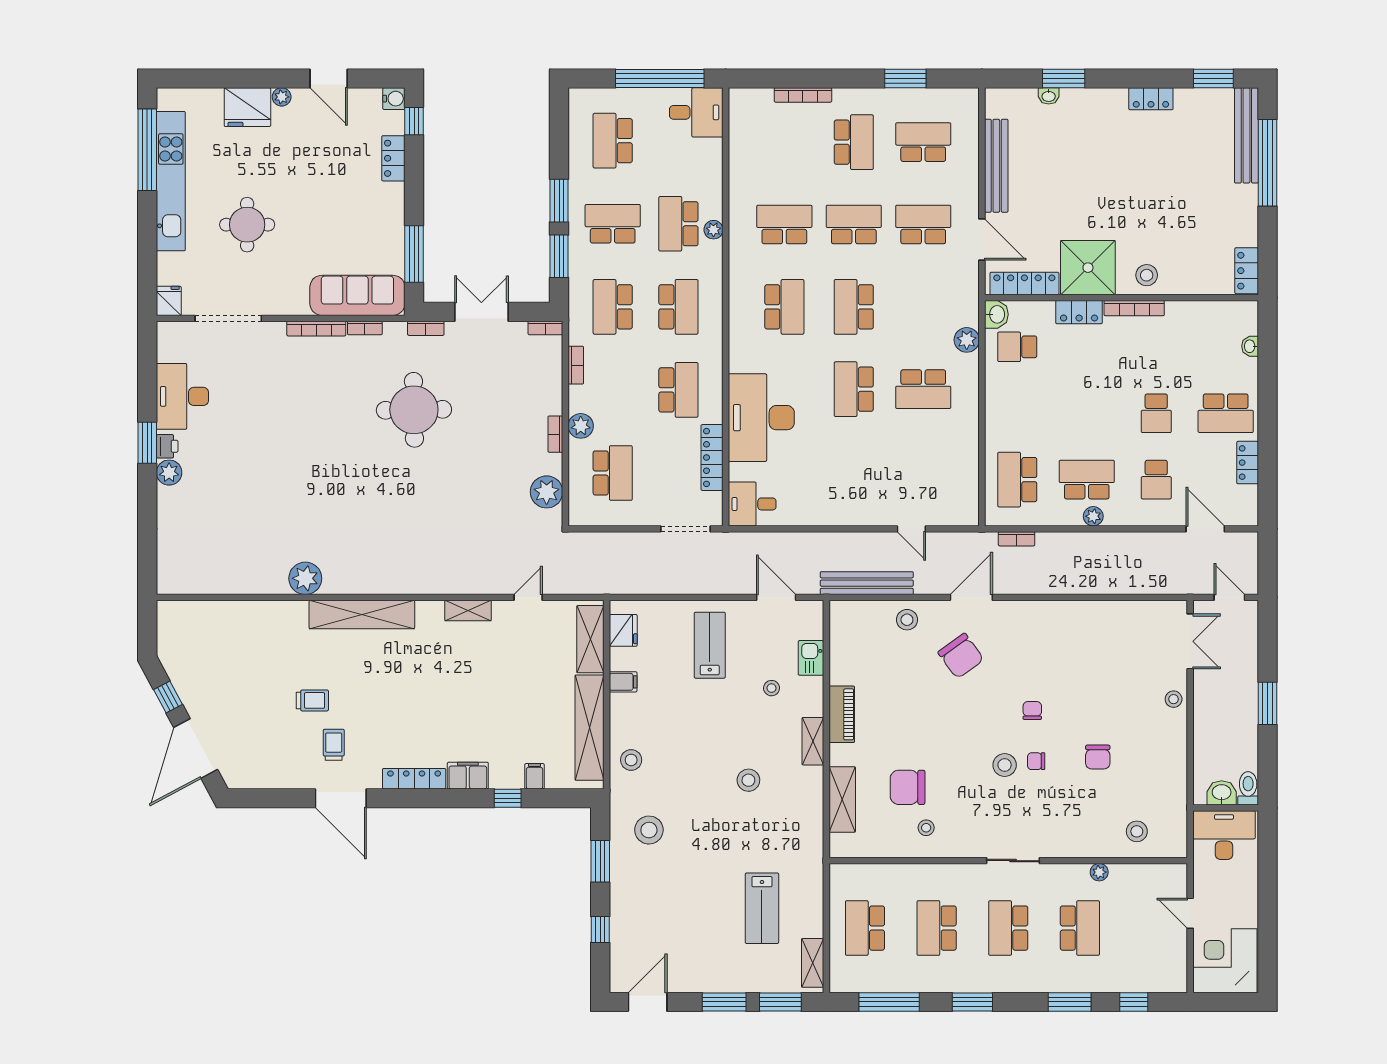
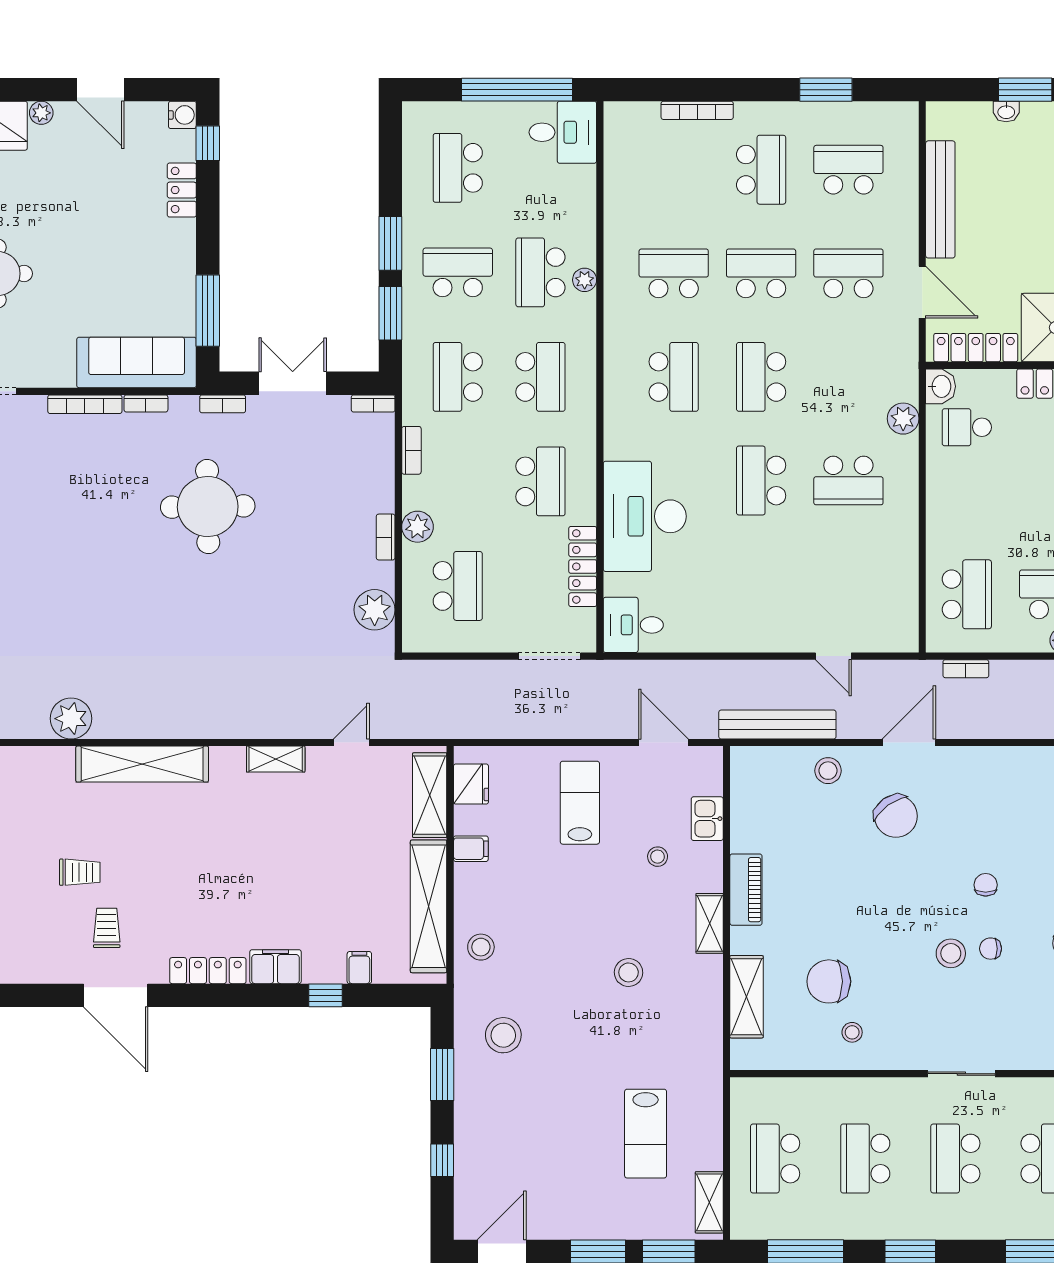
school desk: (1017, 480) -> (967, 594), turned 180

